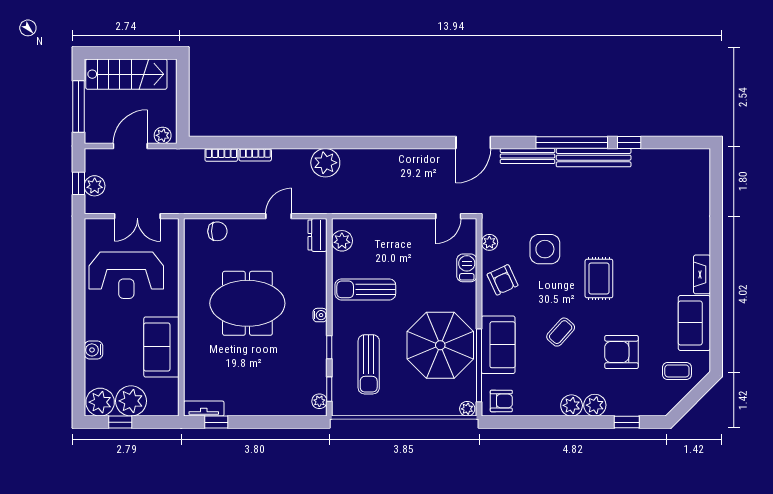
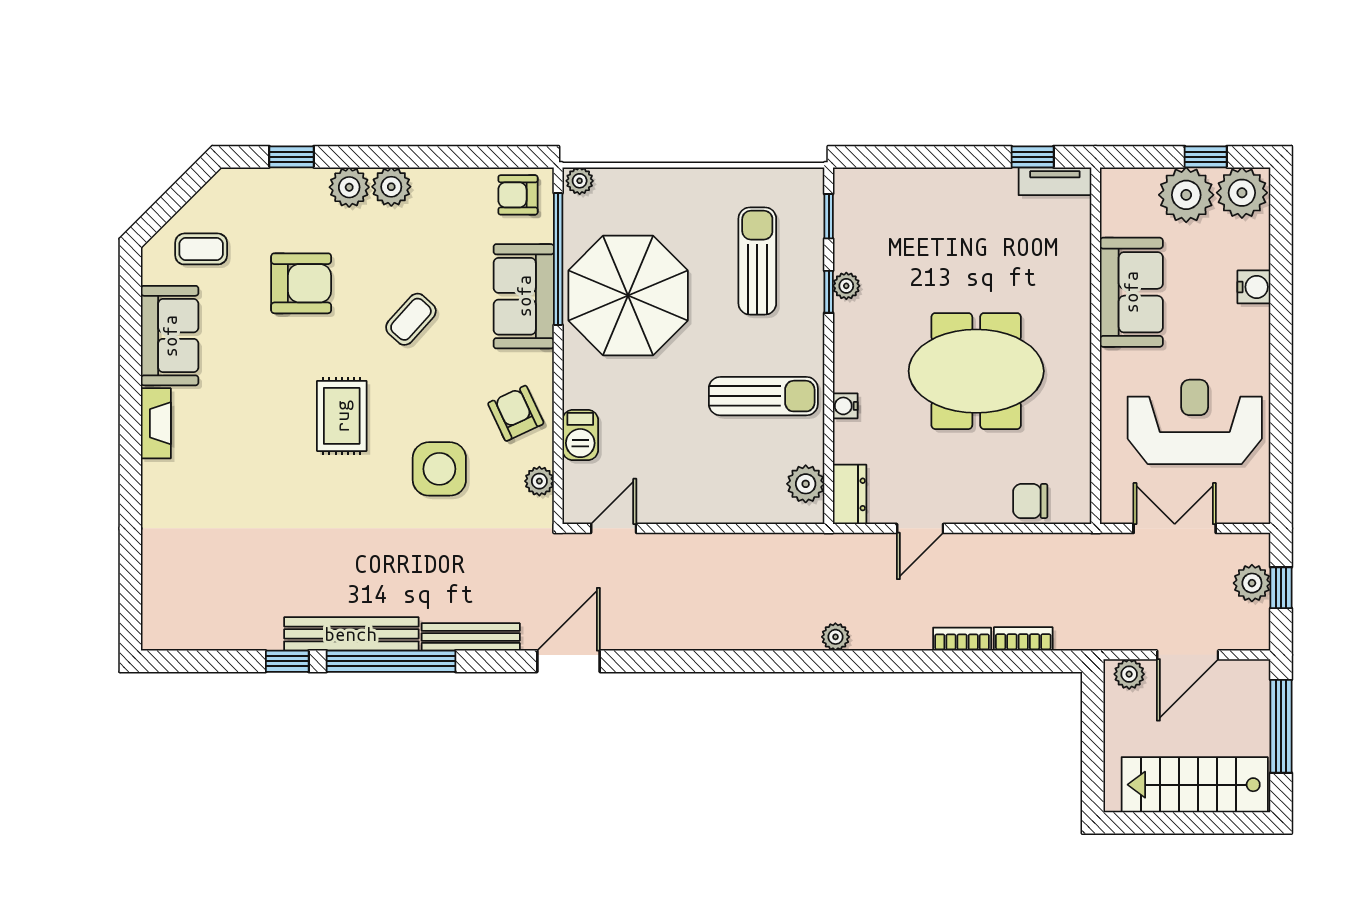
plant: (325, 163) -> (835, 637), width x0.53, depth x0.53
water cooler: (320, 315) -> (845, 406), moved
plant: (319, 401) -> (846, 286), moved

